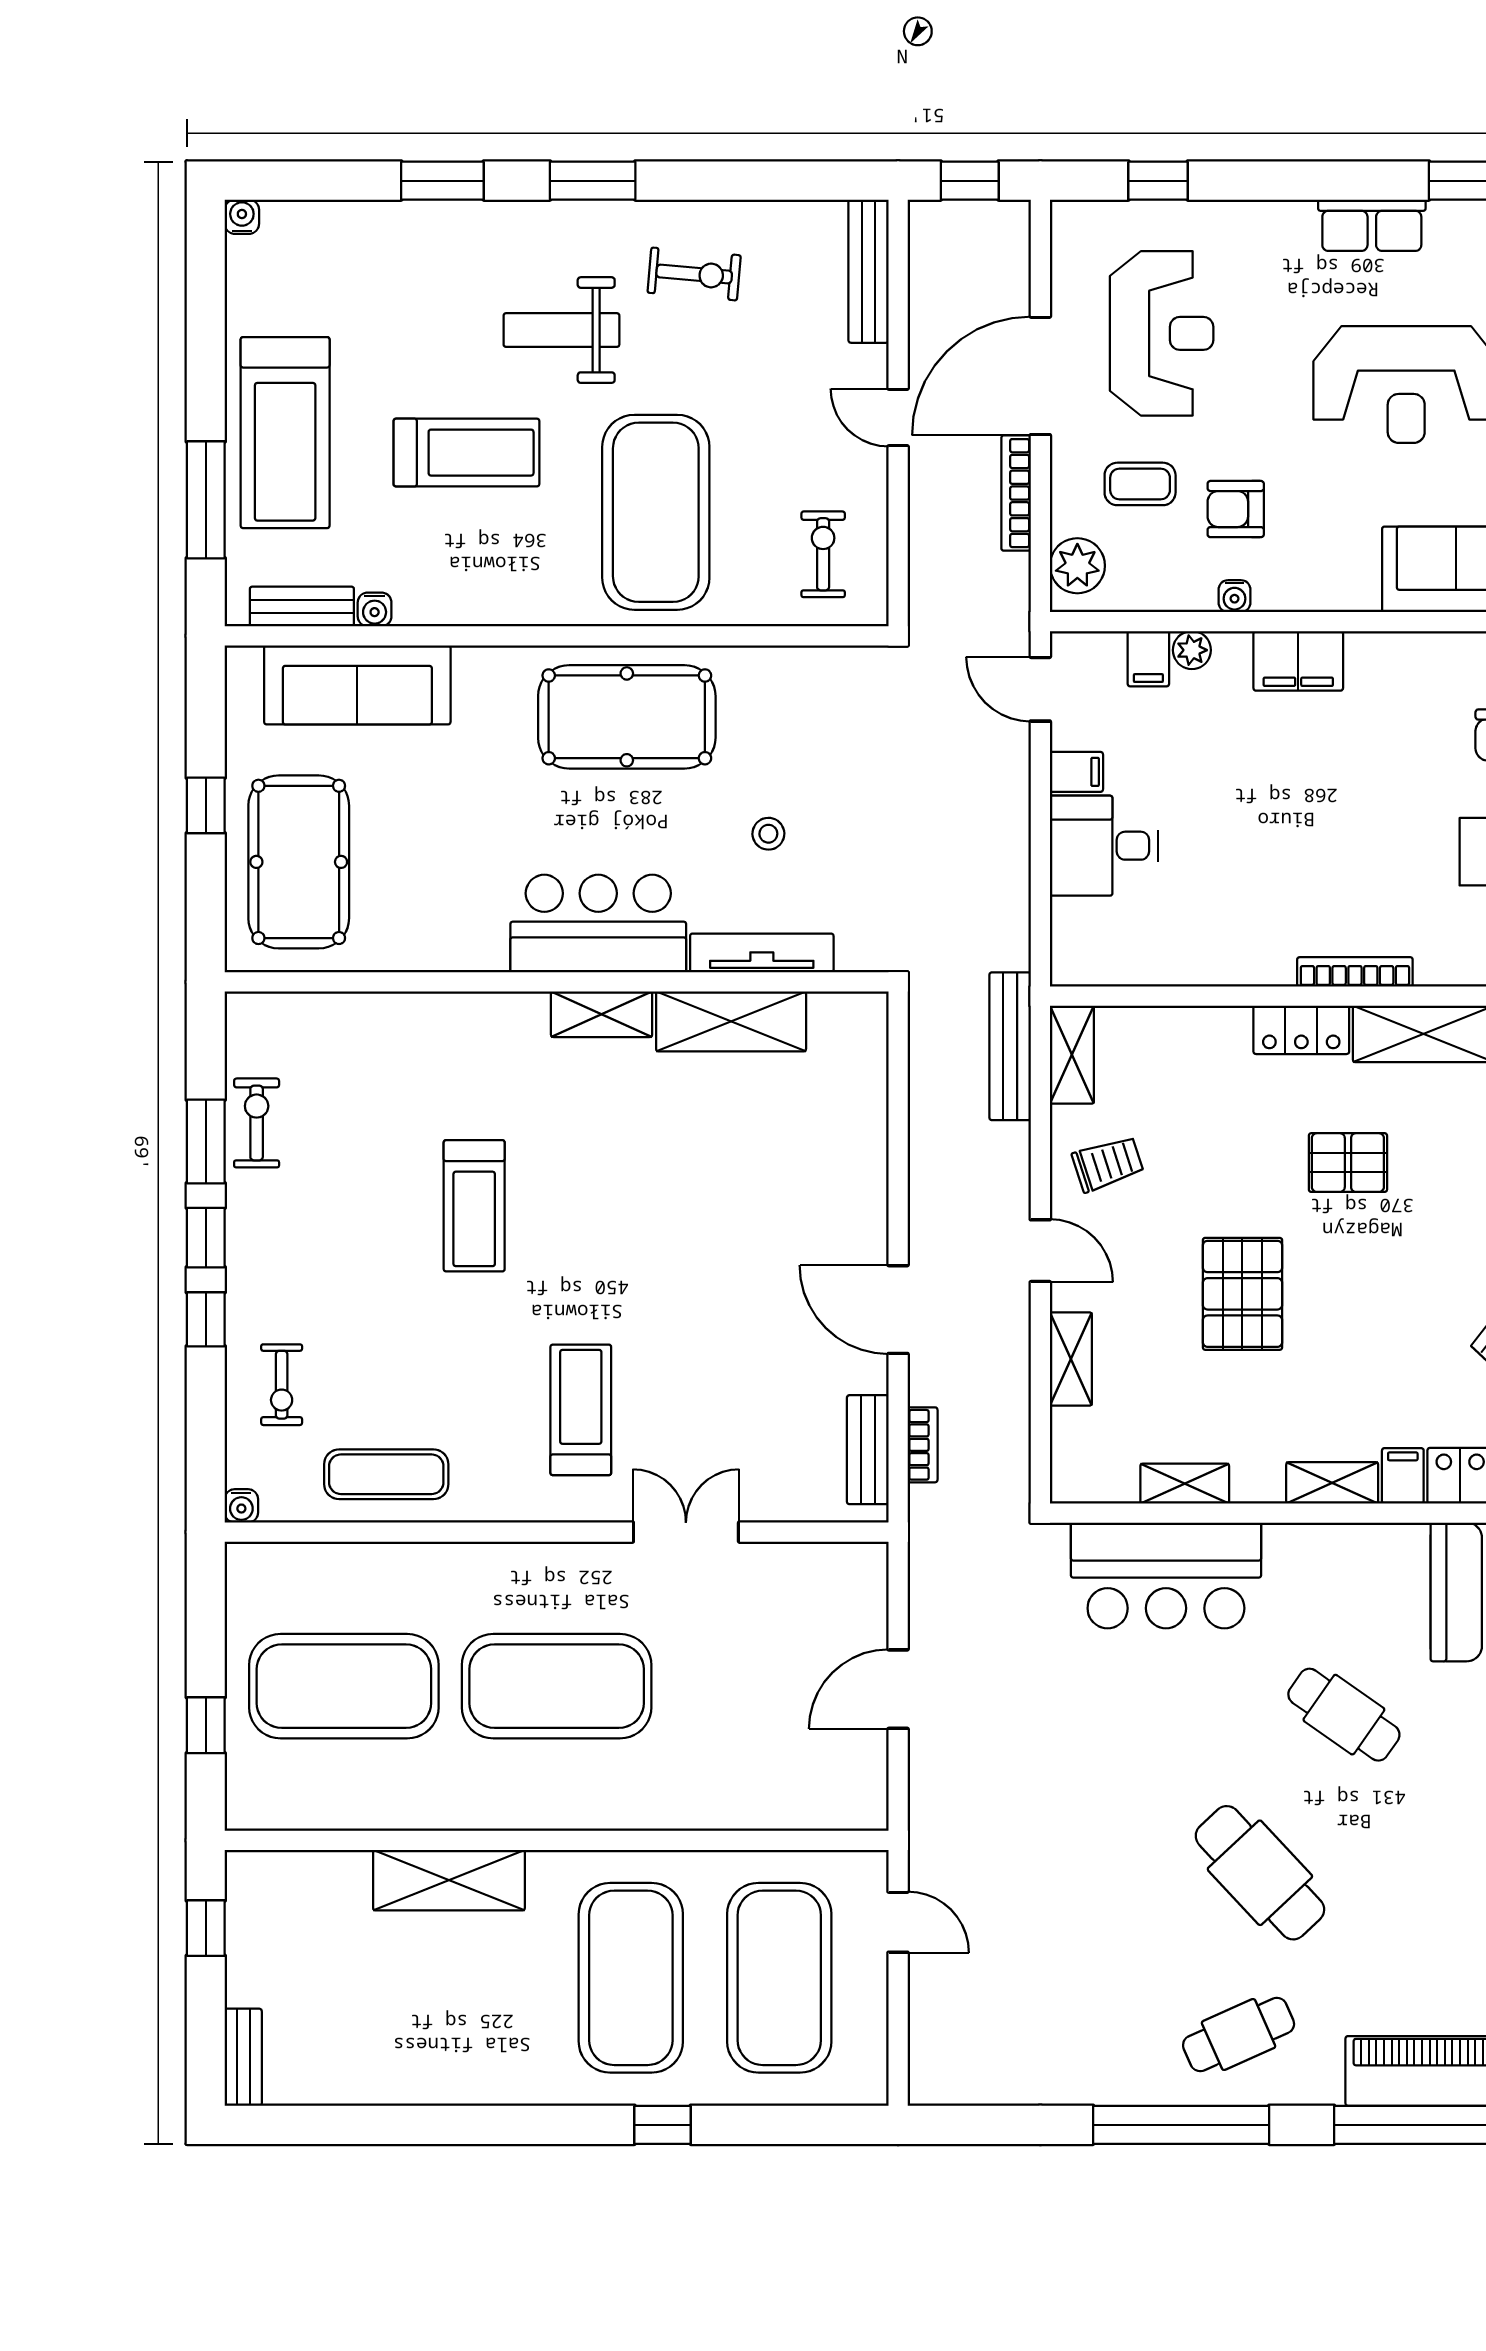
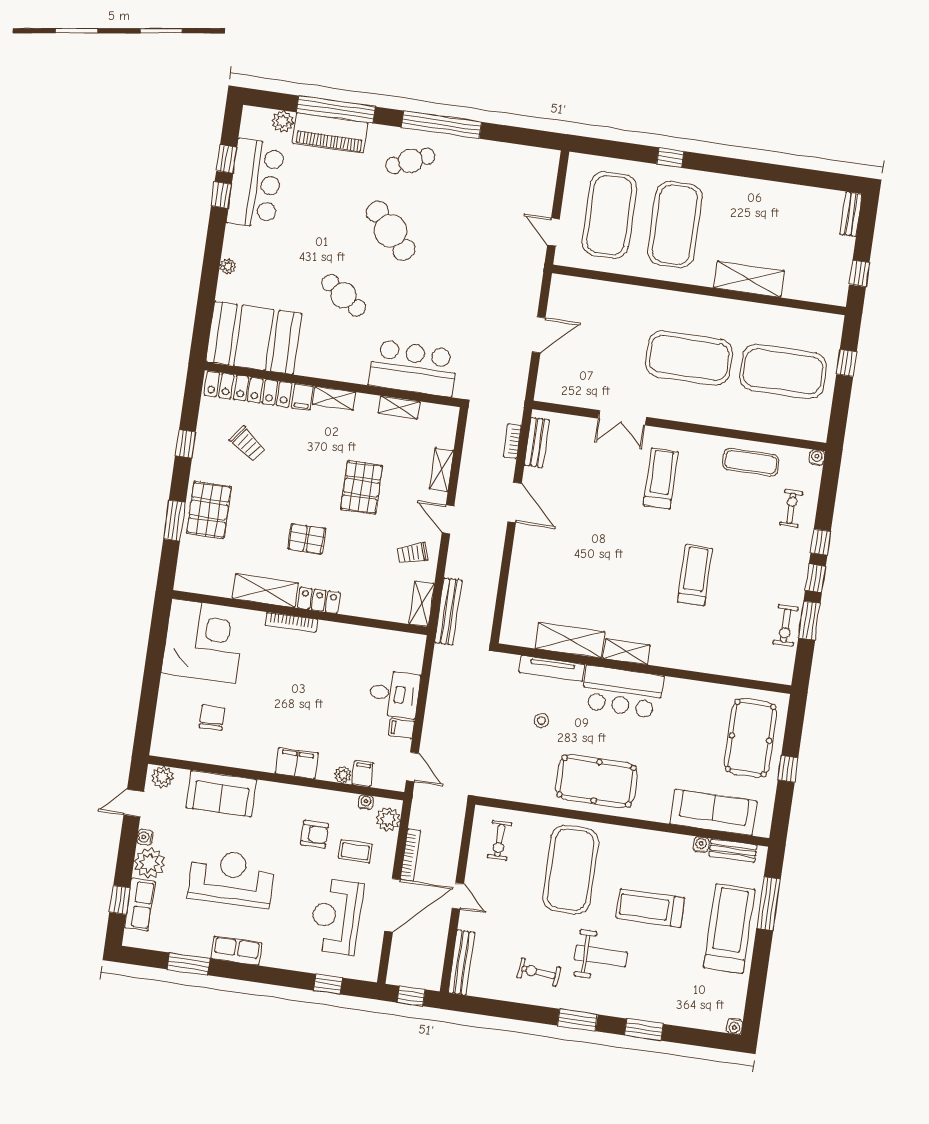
water cooler: (1235, 596) -> (366, 802), moved
treadmill: (581, 1410) -> (661, 478), turned 180

